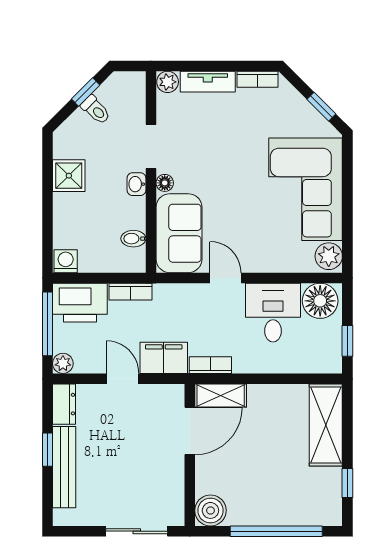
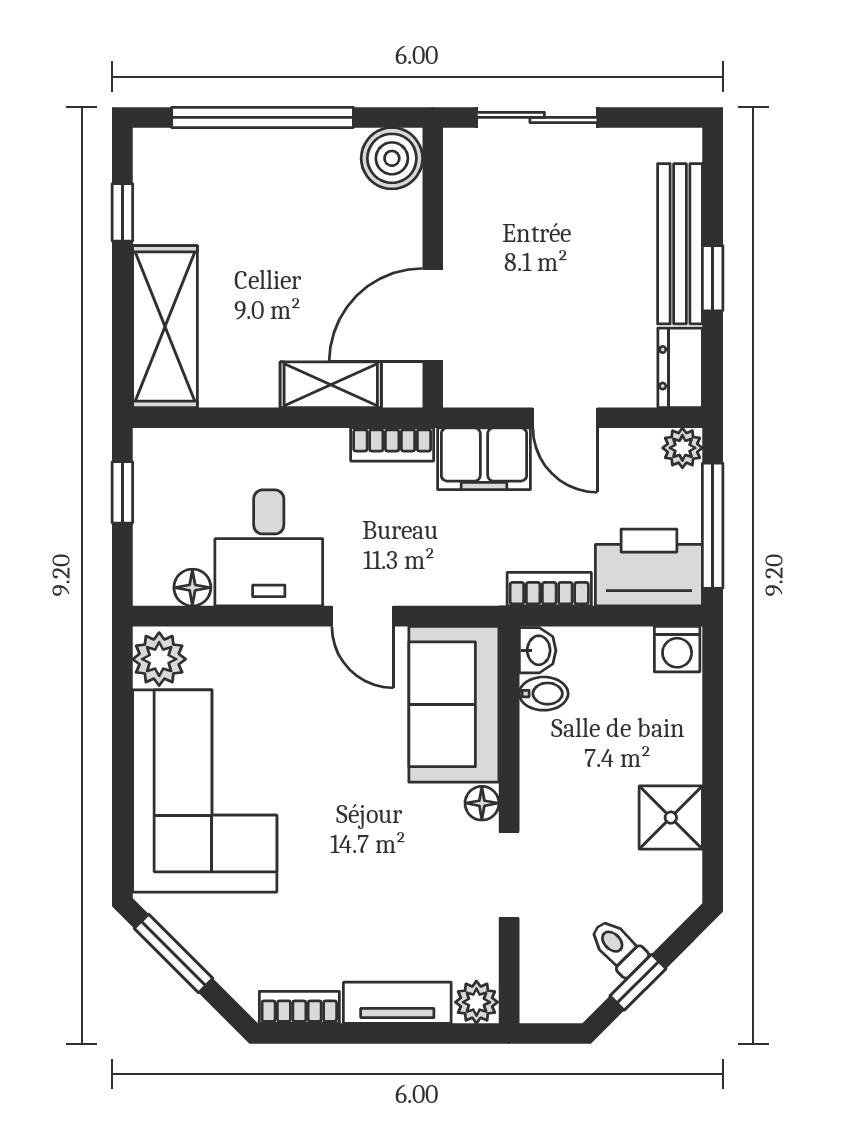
window: (321, 107) -> (174, 953), width x1.50
washbasin: (136, 184) -> (538, 650), moved
floor lamp: (320, 301) -> (192, 588), width x0.53, depth x0.53
shelving: (221, 395) -> (331, 385), moved

